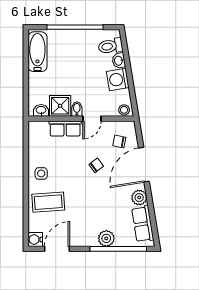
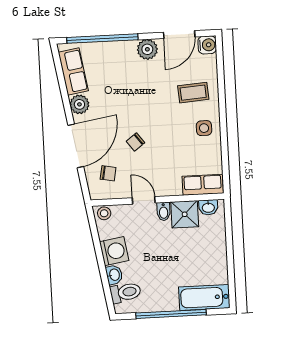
bathtub: (37, 52) -> (204, 297), moved, turned 90
door: (92, 119) -> (144, 200), hinge flipped
row of seats: (65, 128) -> (203, 185), moved
coffee table: (48, 202) -> (193, 93), width x0.73, depth x0.77
plant: (106, 238) -> (147, 49), moved

